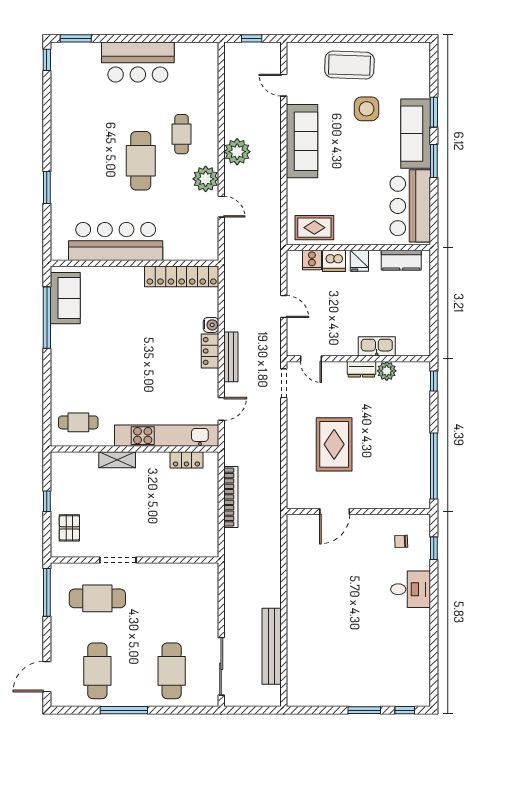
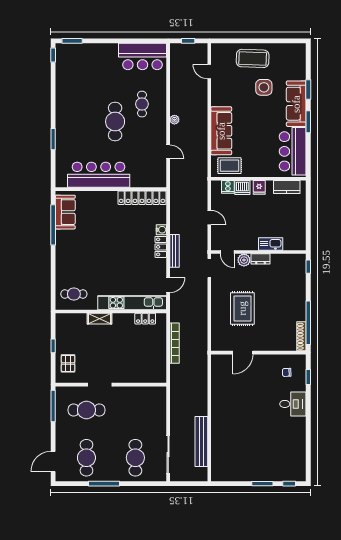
bar counter: (138, 62) -> (143, 56), moved
sofa: (302, 141) -> (221, 131), moved
plant: (237, 152) -> (174, 120), width x0.53, depth x0.53
plant: (206, 179) -> (158, 133), removed
plant: (387, 371) -> (244, 260), moved
shoe rack: (424, 487) -> (301, 336), added

